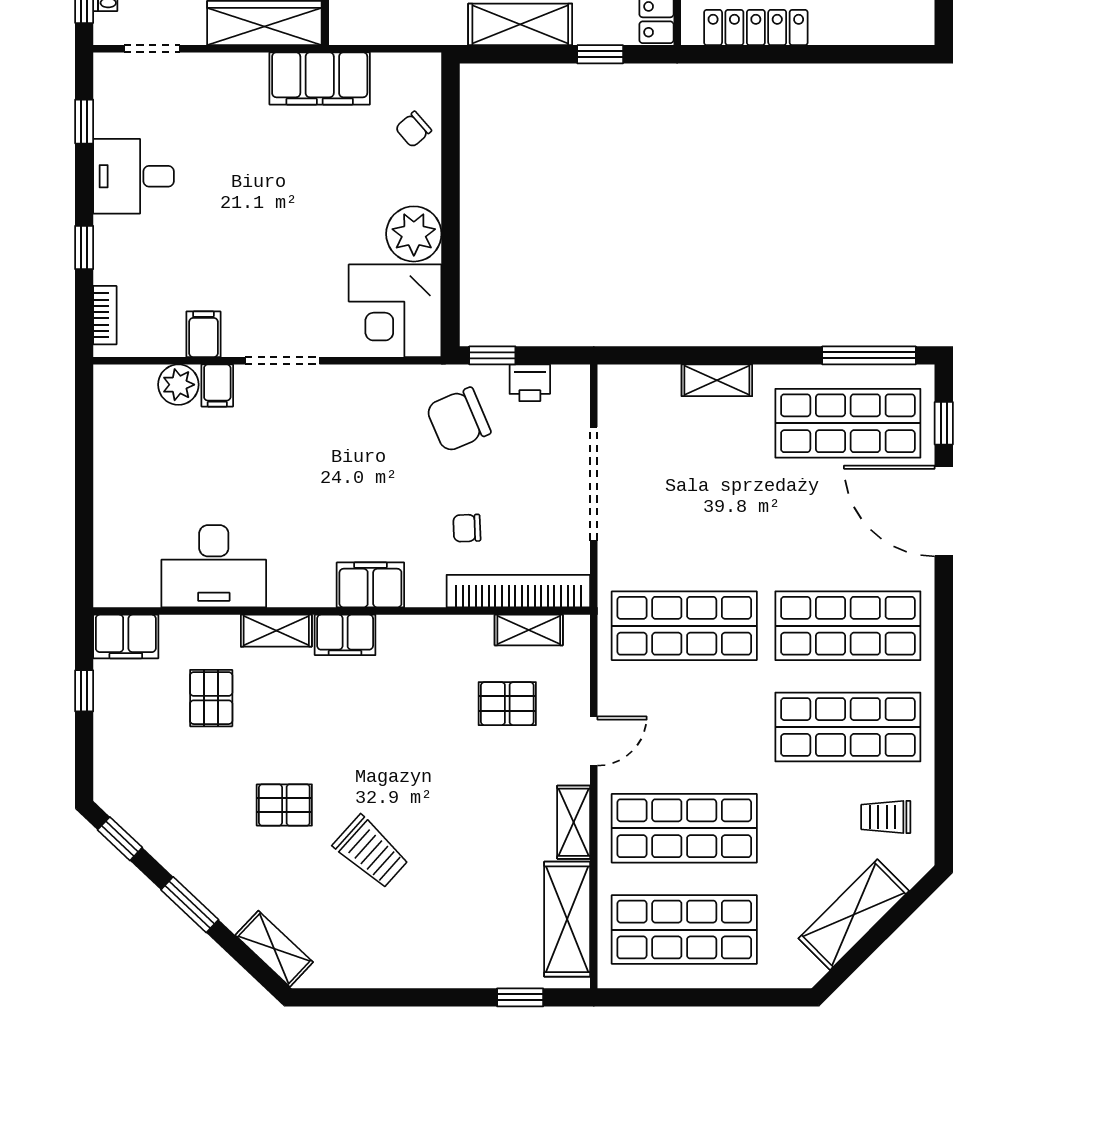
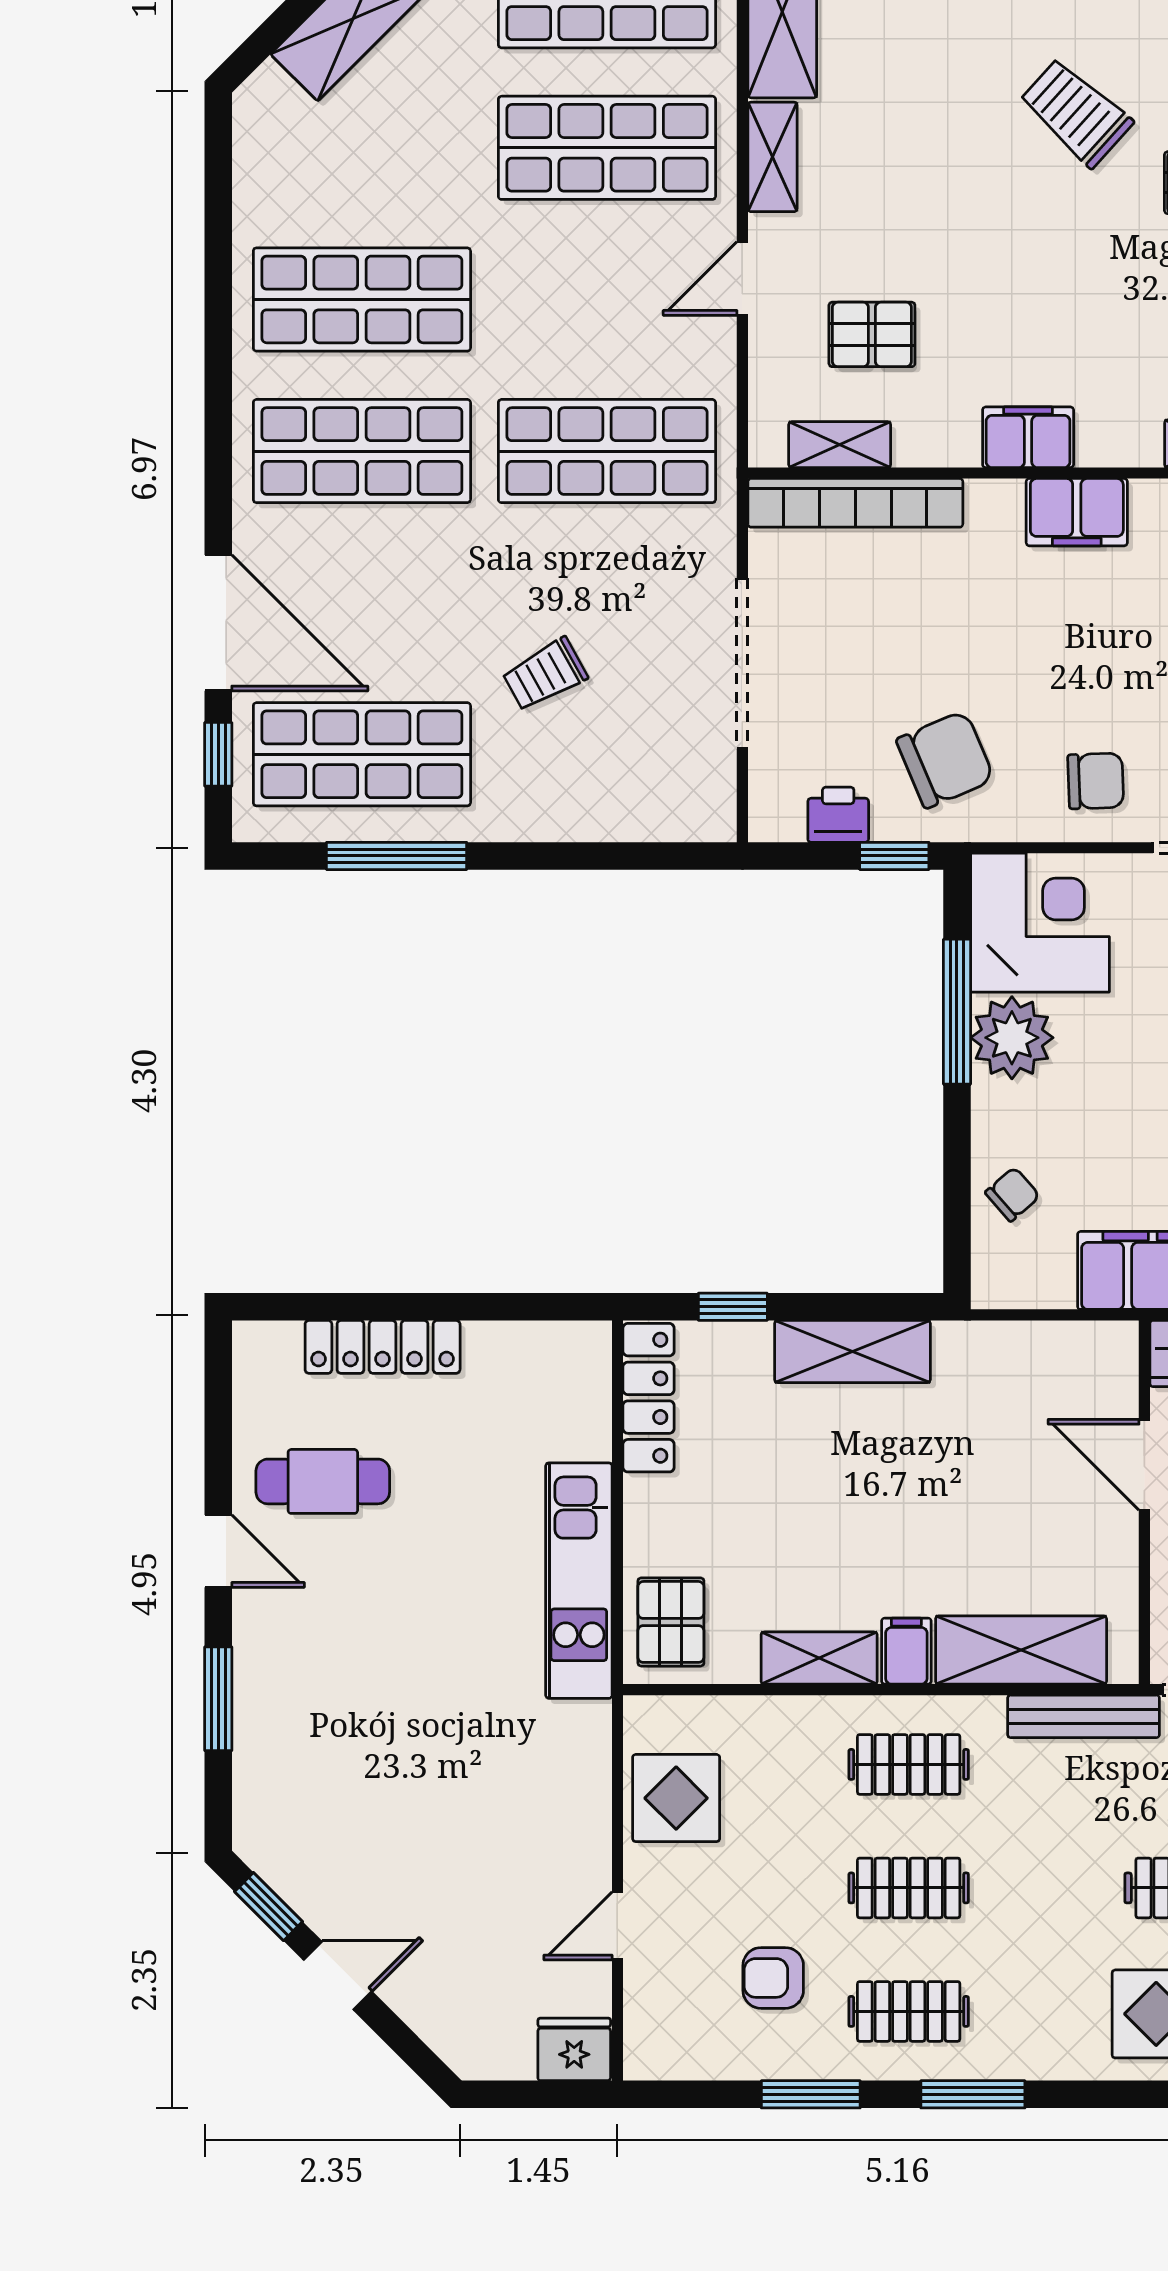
locker: (756, 27) -> (383, 1347), moved
window: (450, 251) -> (957, 1012), added
window: (869, 355) -> (397, 856), moved
shelving: (717, 380) -> (558, 819), removed
chair: (467, 528) -> (1096, 781), moved, width x1.37, depth x1.37
filing cabinet: (345, 635) -> (1028, 437), moved
trolley: (886, 817) -> (545, 675), moved, turned 151

